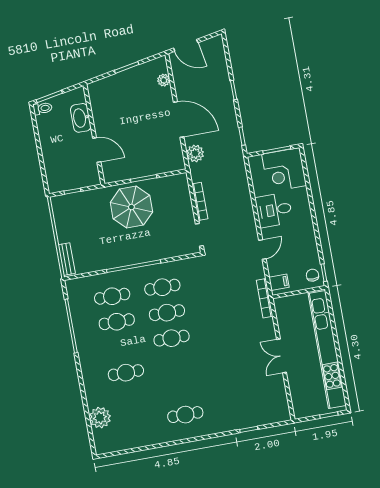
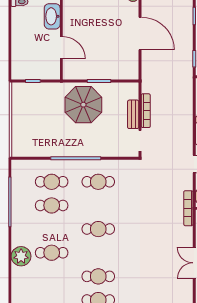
plant: (195, 153) -> (149, 67), removed
bench: (67, 259) -> (133, 114), moved
cafe table: (167, 313) -> (98, 276), moved
plant: (100, 418) -> (21, 256), moved

